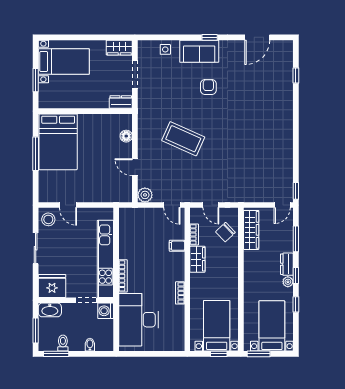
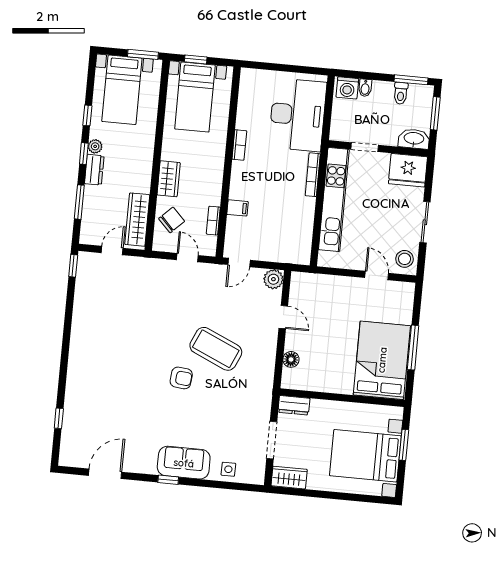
bed with nightstands: (64, 62) -> (365, 456), width x1.36
armchair: (208, 87) -> (181, 378), moved, turned -84
door: (172, 205) -> (239, 262), swing flipped
door: (282, 205) -> (112, 250), moved
wardrobe: (197, 259) -> (169, 179), moved, turned 180
washing machine: (106, 311) -> (347, 88), moved, turned 90

